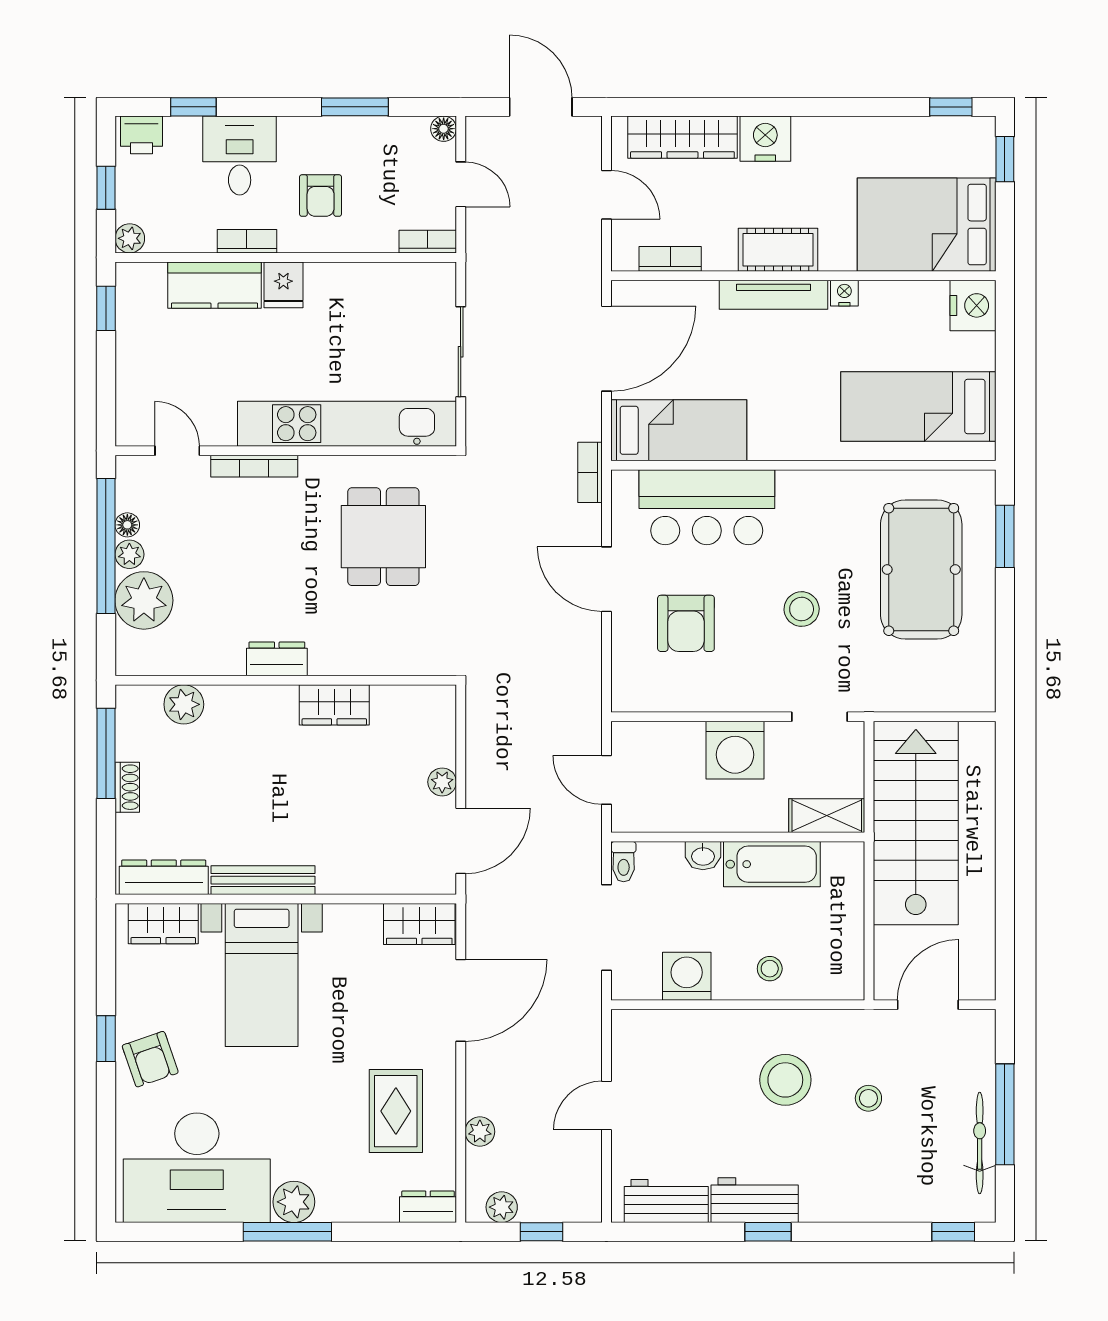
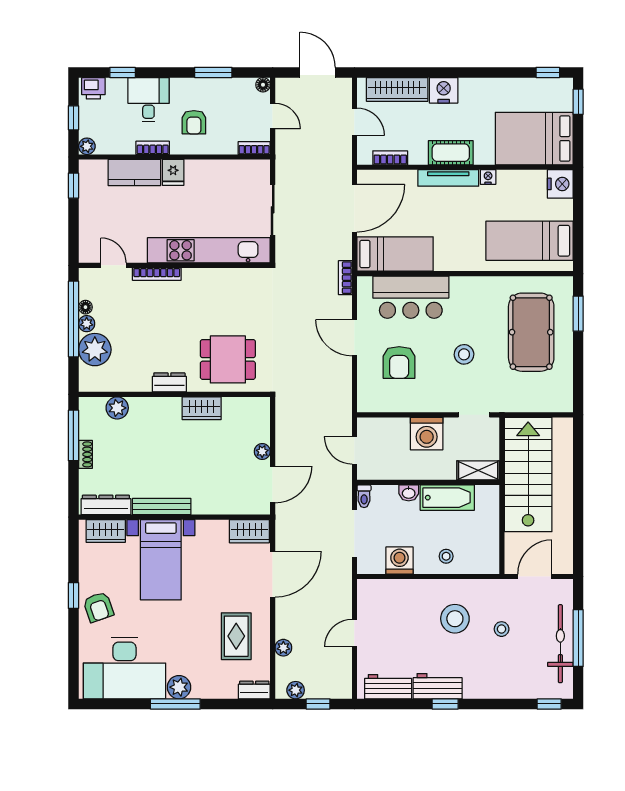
dining table: (383, 537) -> (228, 359), moved, turned 90
bicycle: (980, 1143) -> (560, 644), width x1.37, depth x1.40

